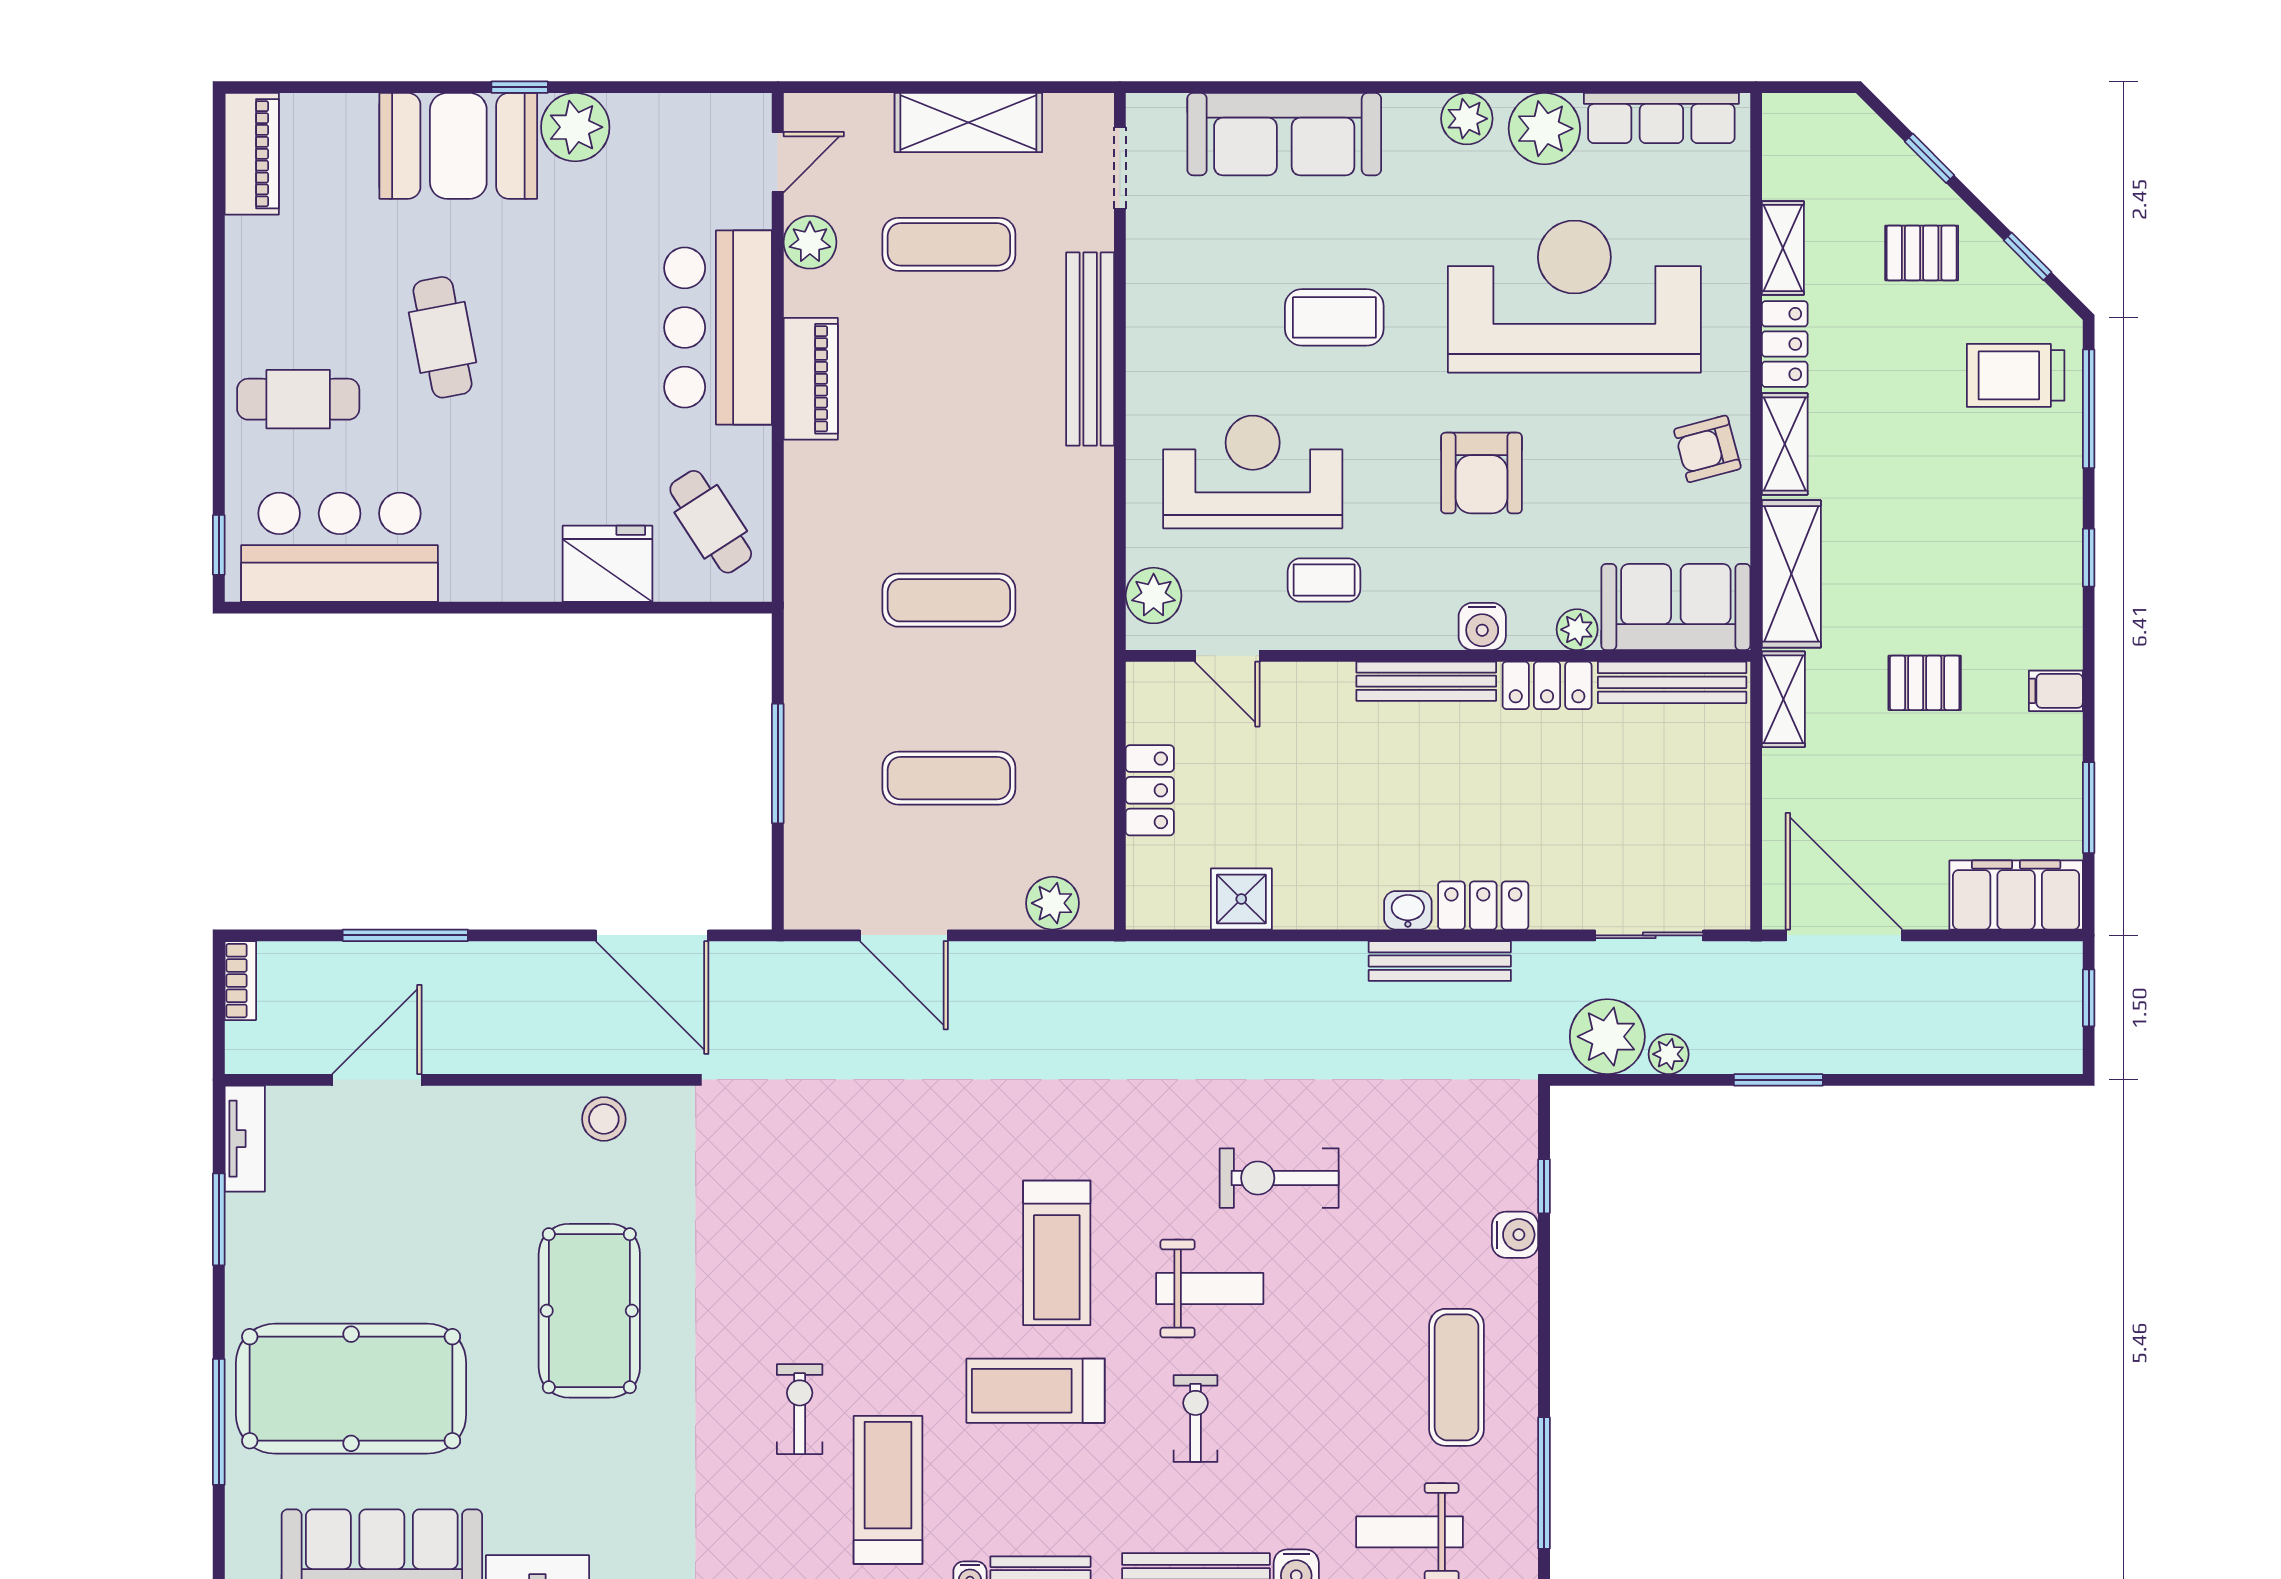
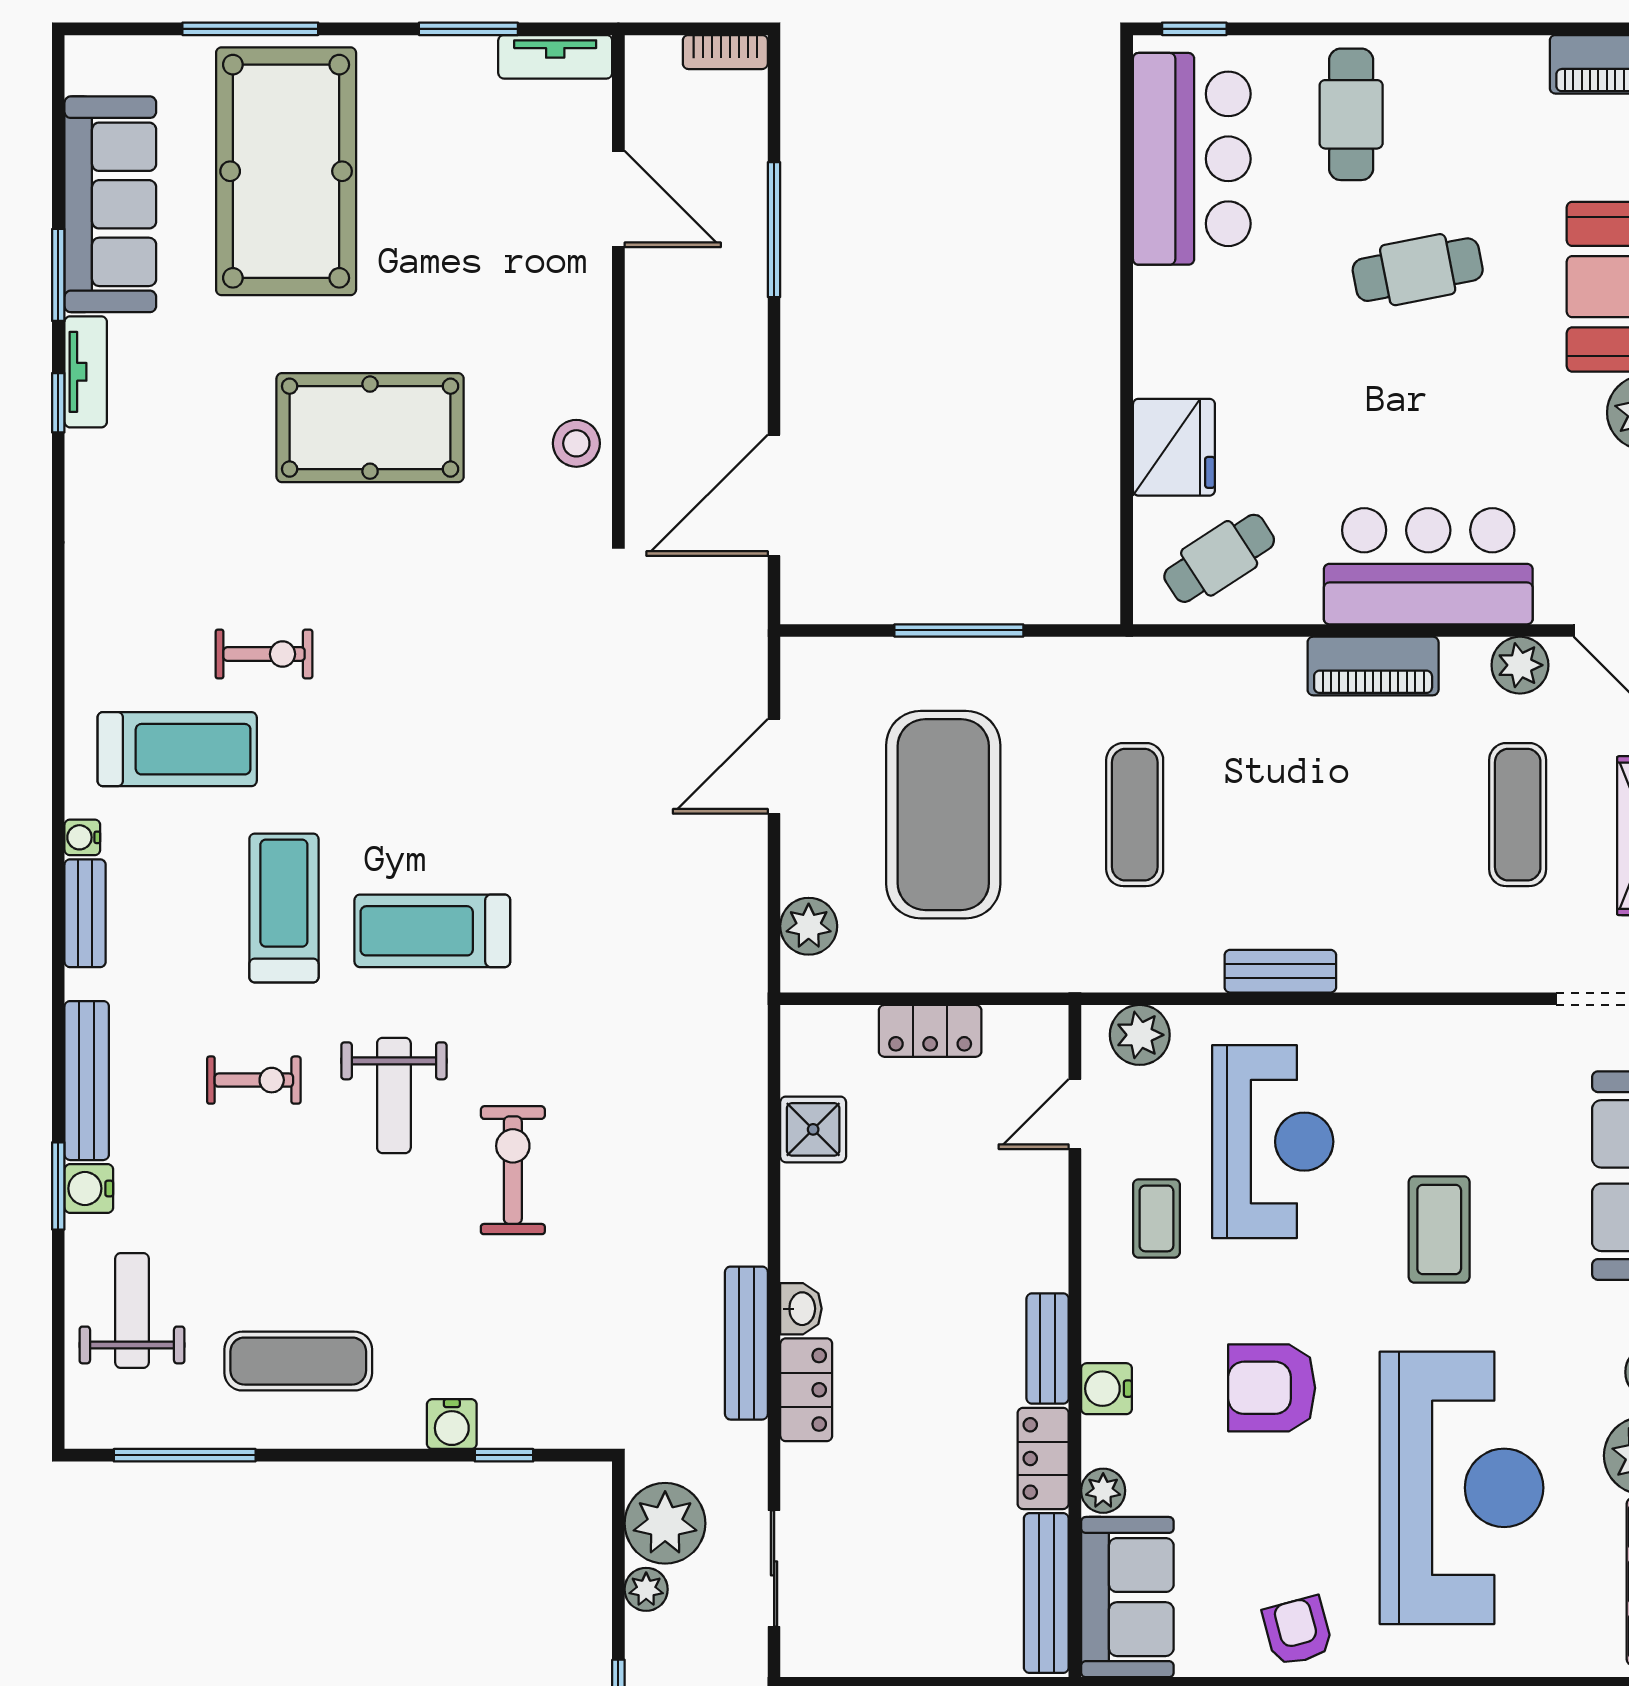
bench: (1090, 349) -> (1280, 971), moved, width x0.54, depth x0.82
bench: (1426, 681) -> (1048, 1349), width x0.73
exercise mat: (949, 778) -> (943, 815), width x2.00, depth x1.45

